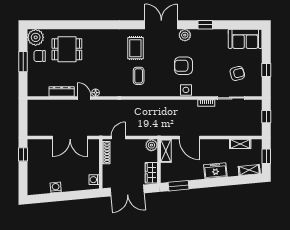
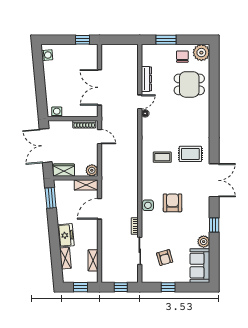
plant: (185, 35) -> (204, 242), moved
dining table: (67, 49) -> (189, 84), turned 90
window: (23, 62) -> (166, 40), moved
shelving: (249, 170) -> (65, 258), moved
washing machine: (56, 187) -> (47, 55), moved

